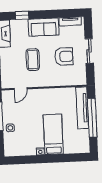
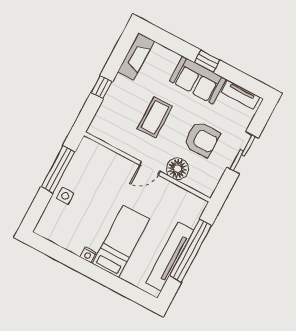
window: (22, 15) -> (207, 61), moved
floor lamp: (60, 79) -> (177, 169), added
door: (21, 89) -> (150, 168), moved
tv unit: (82, 108) -> (170, 256), moved

